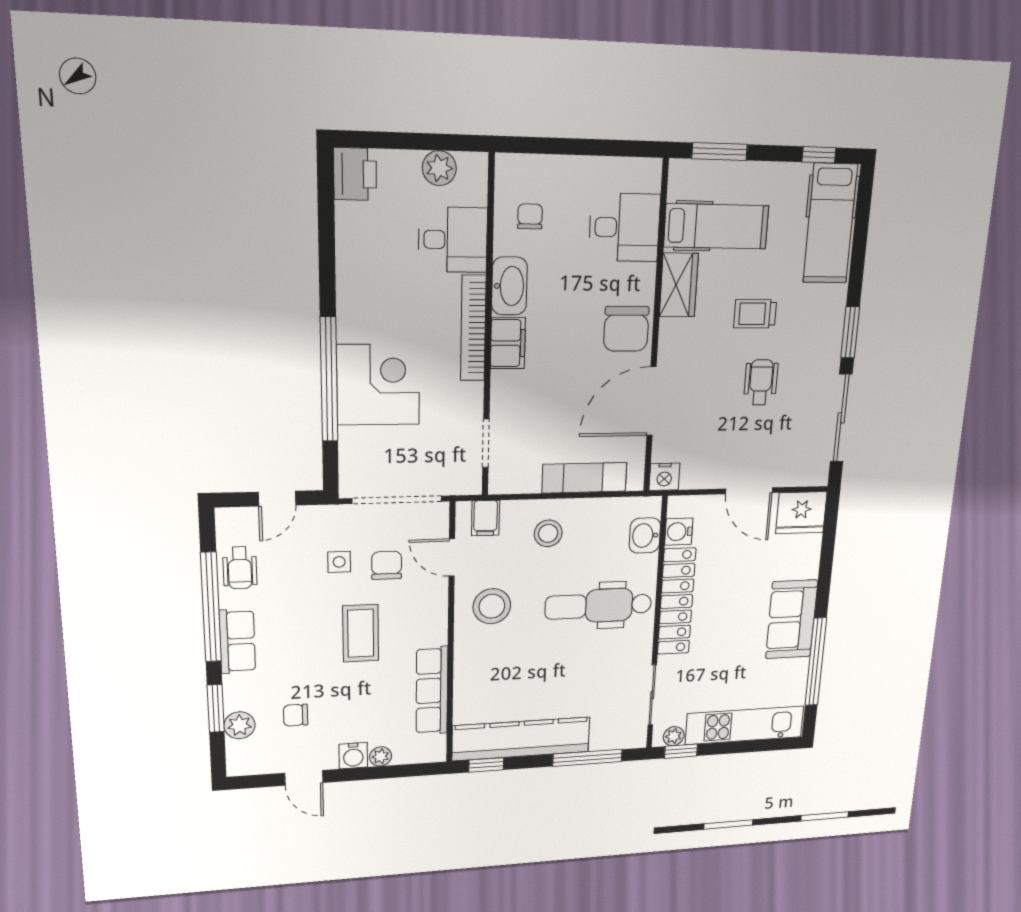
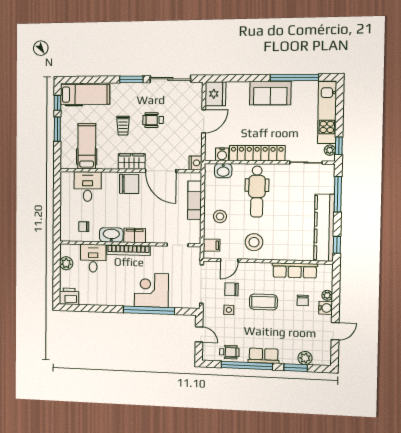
window: (719, 152) -> (57, 129), moved
wardrobe: (679, 285) -> (132, 161), moved
chair: (296, 715) -> (303, 300), moved

